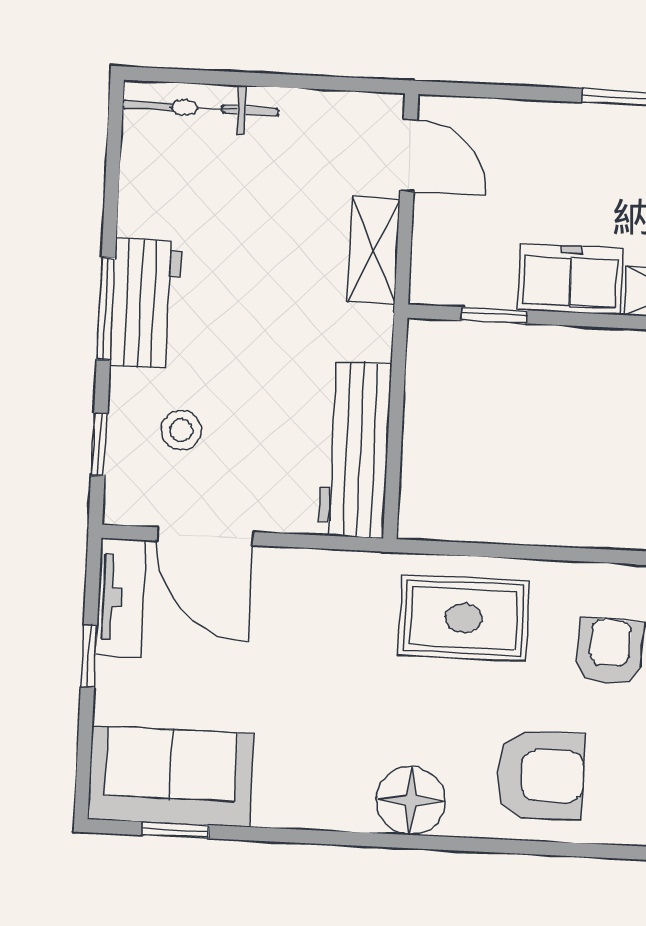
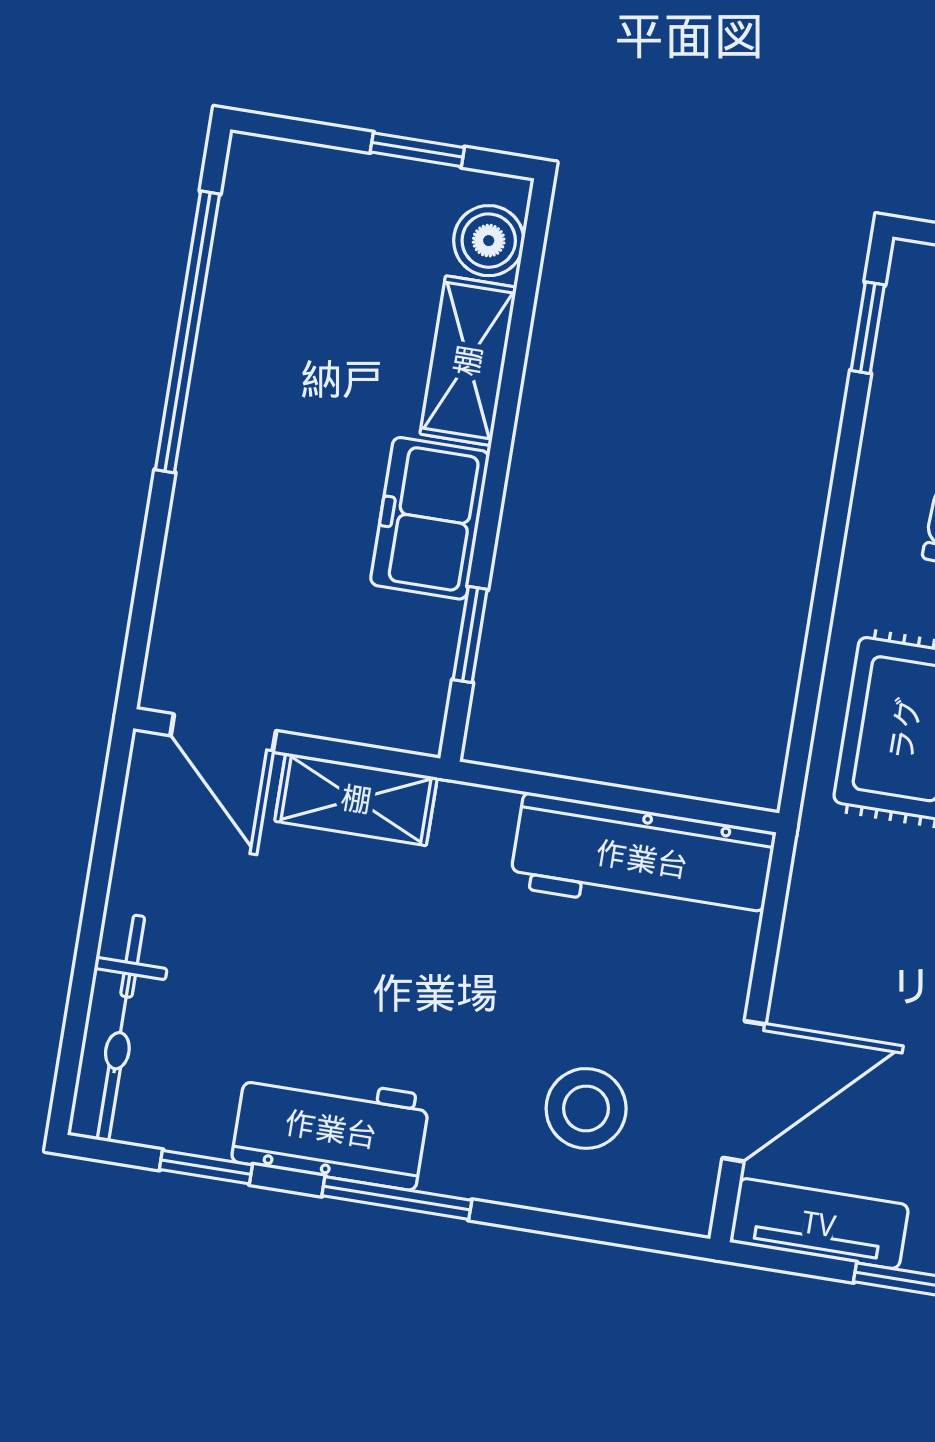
door: (409, 155) -> (223, 733), swing flipped
workbench: (146, 303) -> (331, 1129), moved
stool: (181, 430) -> (586, 1108), width x1.37, depth x1.37
window: (99, 444) -> (206, 1167), moved

